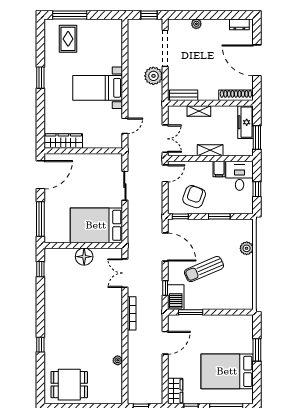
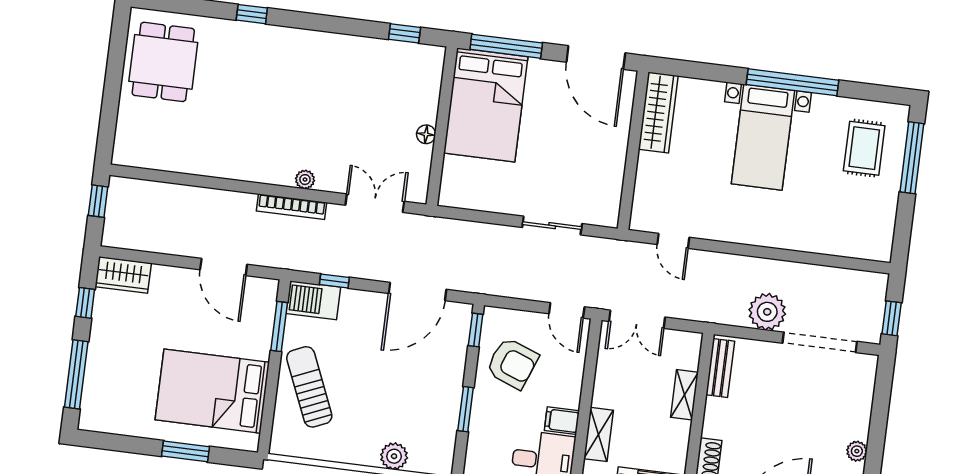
plant: (196, 24) -> (857, 451), moved
rug: (68, 39) -> (864, 148), turned 90
window: (40, 78) -> (793, 82), width x2.11
bed with nightstands: (98, 88) -> (763, 137), moved, turned 180
shelving: (210, 150) -> (599, 434), moved
bed: (96, 225) -> (486, 105), moved, turned 180
floor lamp: (84, 257) -> (426, 134), width x0.53, depth x0.53
sun lounger: (204, 269) -> (309, 387), moved
plant: (118, 360) -> (305, 180), moved
bed: (227, 371) -> (212, 391), moved, turned -90

